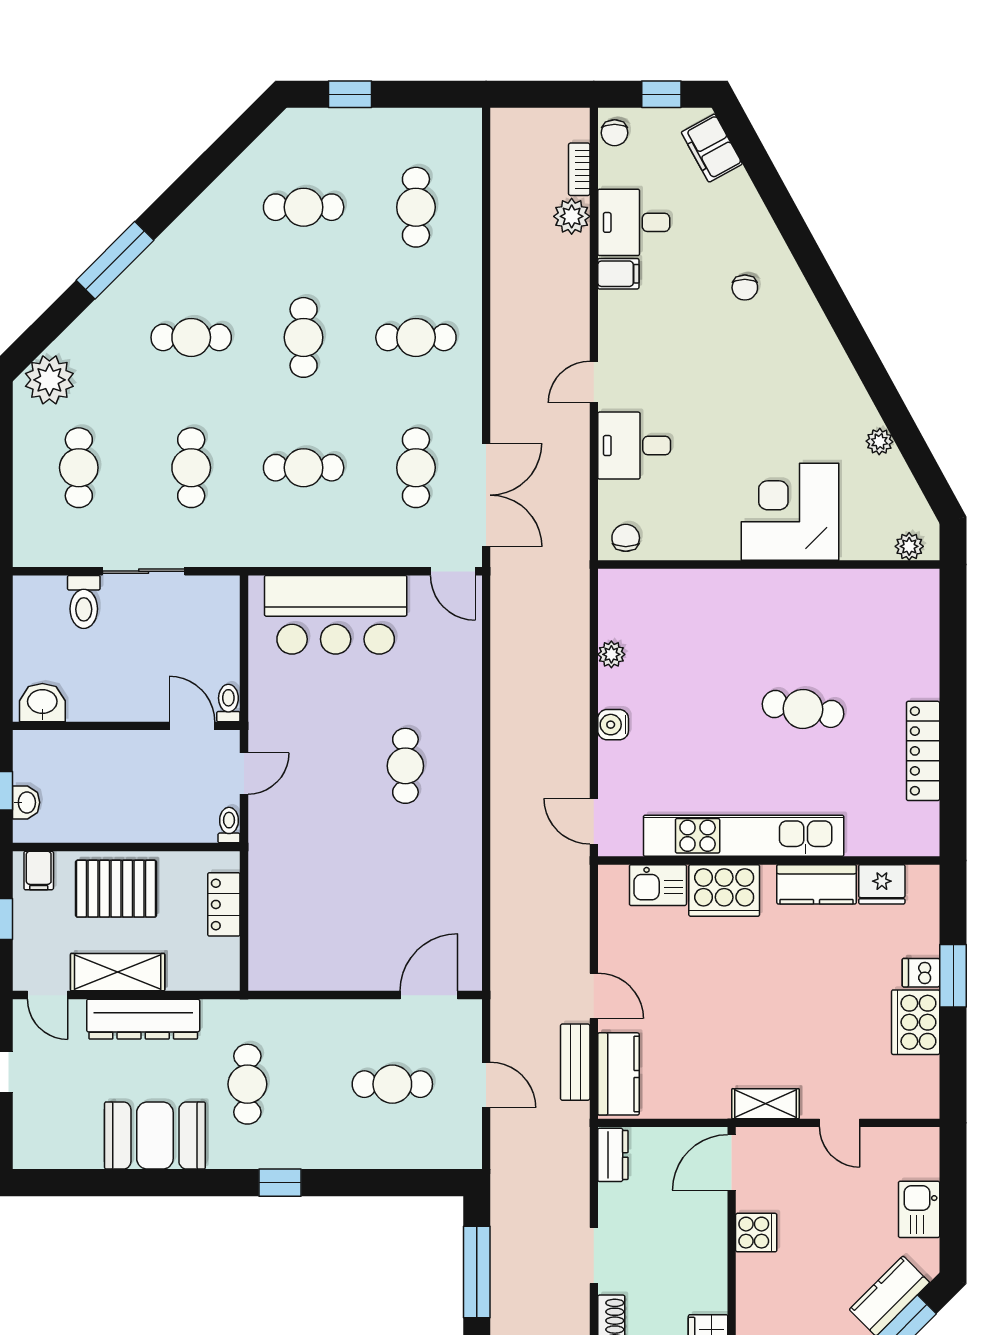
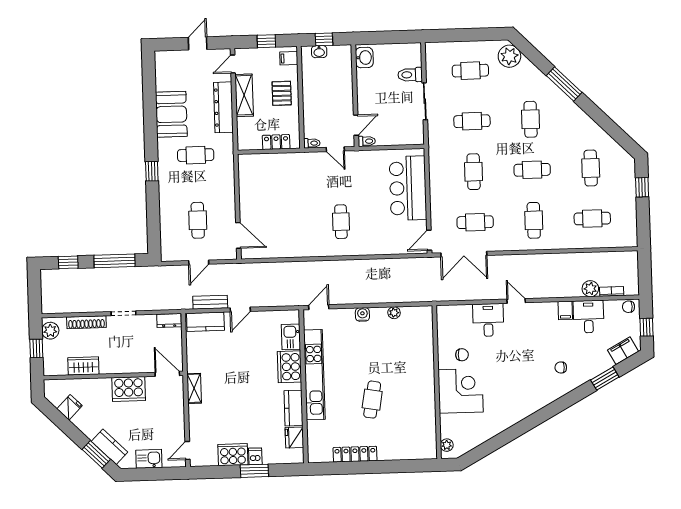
window: (772, 190) -> (605, 378), added
plant: (879, 442) -> (493, 430), removed
chair: (626, 538) -> (462, 355), moved
cafe table: (405, 766) -> (341, 222), turned 90
pallet: (116, 889) -> (282, 93), width x0.67, depth x0.71
door: (840, 1123) -> (188, 450), moved
cooker: (756, 1233) -> (129, 389), width x1.87, depth x1.31

